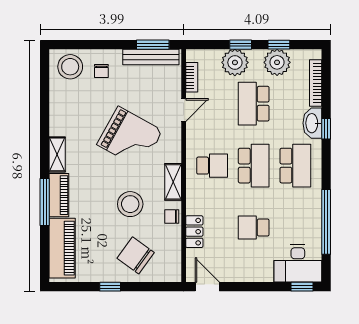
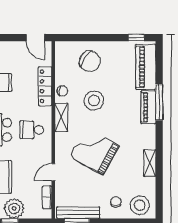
shelving: (57, 154) -> (150, 163), moved
locker: (194, 232) -> (45, 86), width x1.53
window: (110, 287) -> (136, 38), moved

